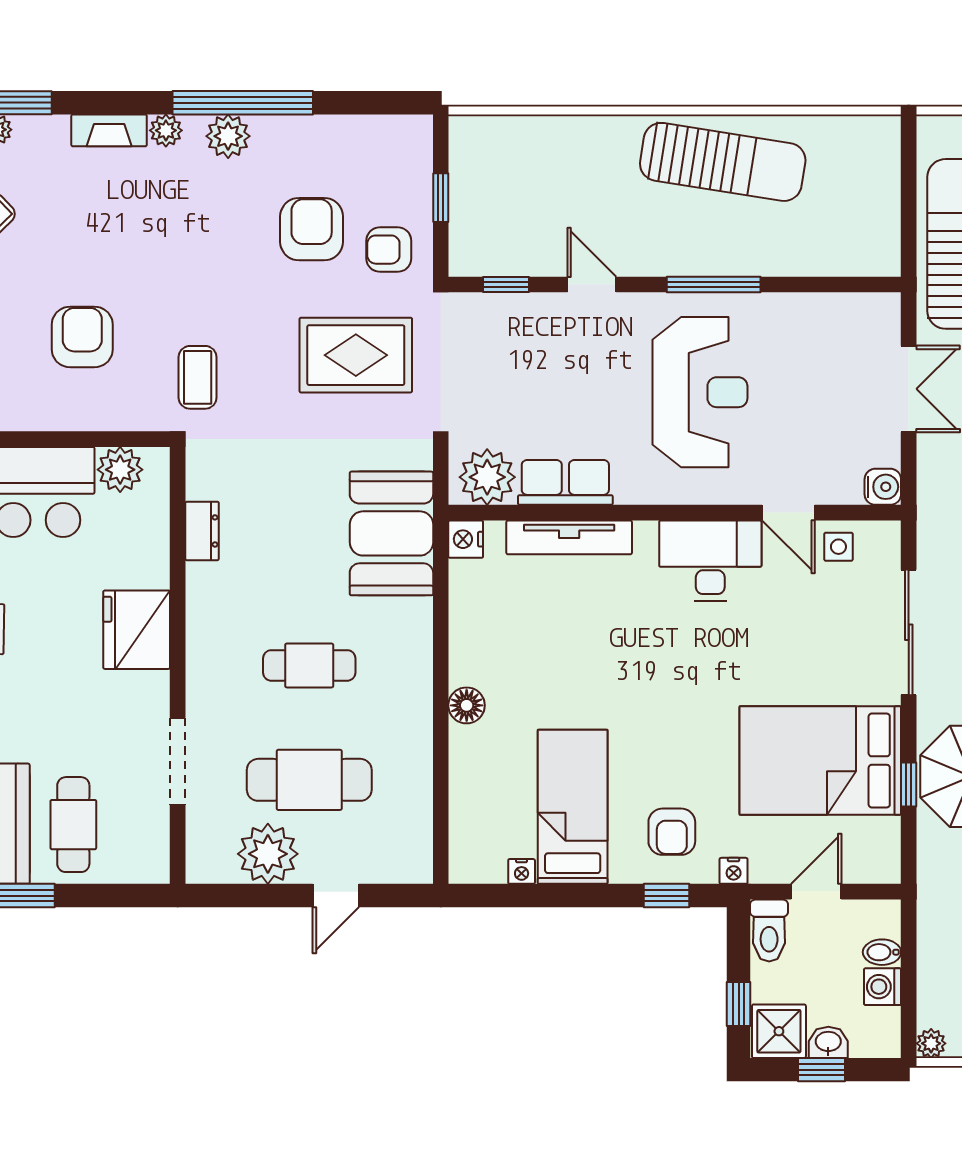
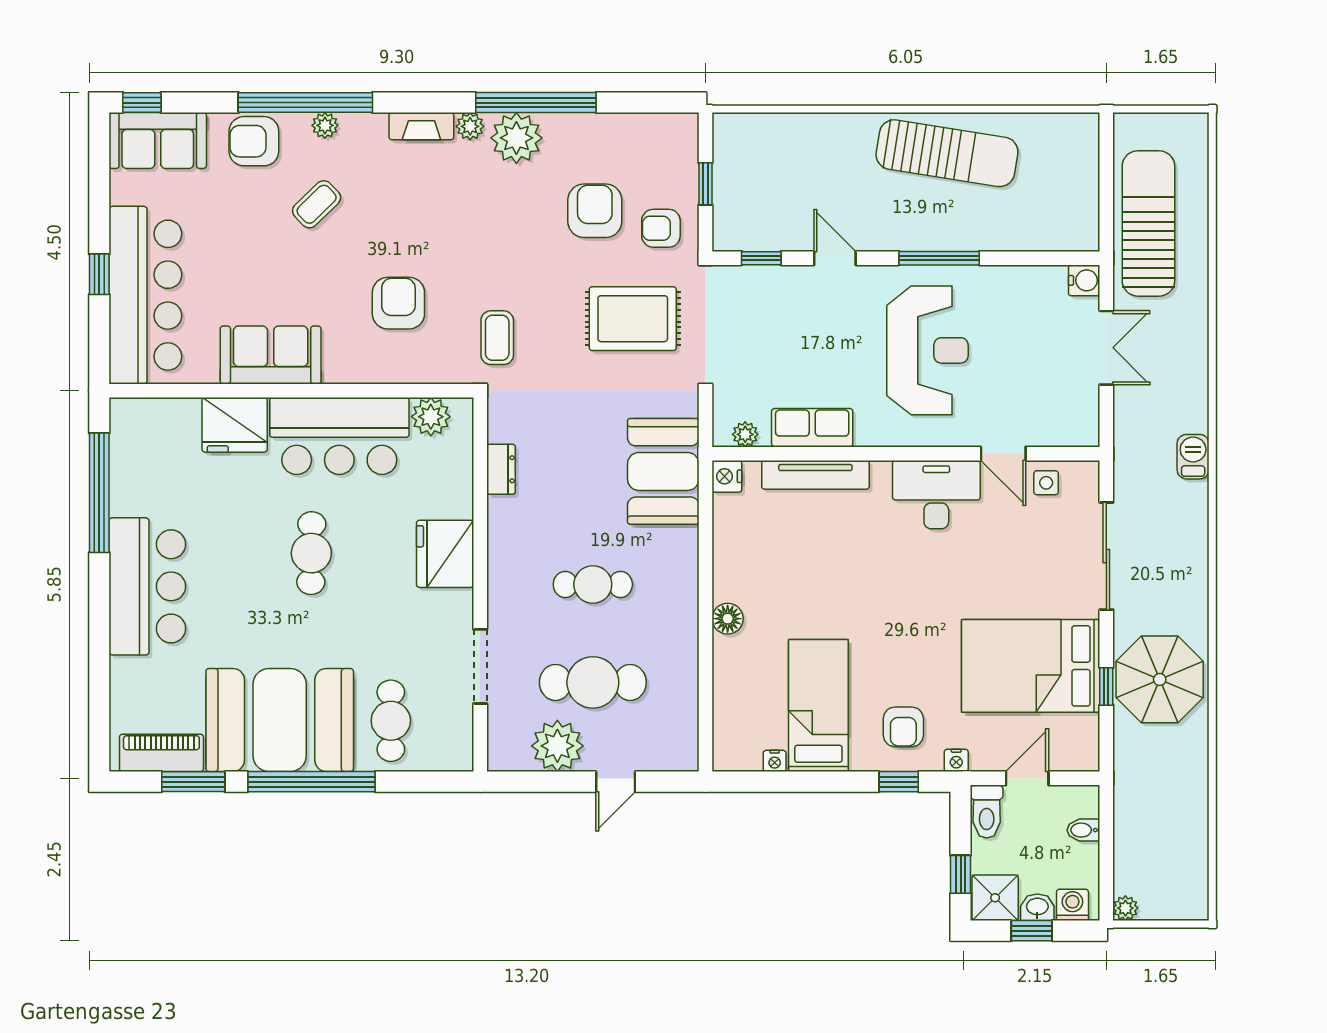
plant: (228, 136) -> (516, 138), width x1.36, depth x1.36
plant: (487, 477) -> (745, 434), width x0.53, depth x0.53
water cooler: (883, 487) -> (1084, 280), moved
washing machine: (883, 987) -> (1072, 905), moved, turned 90

